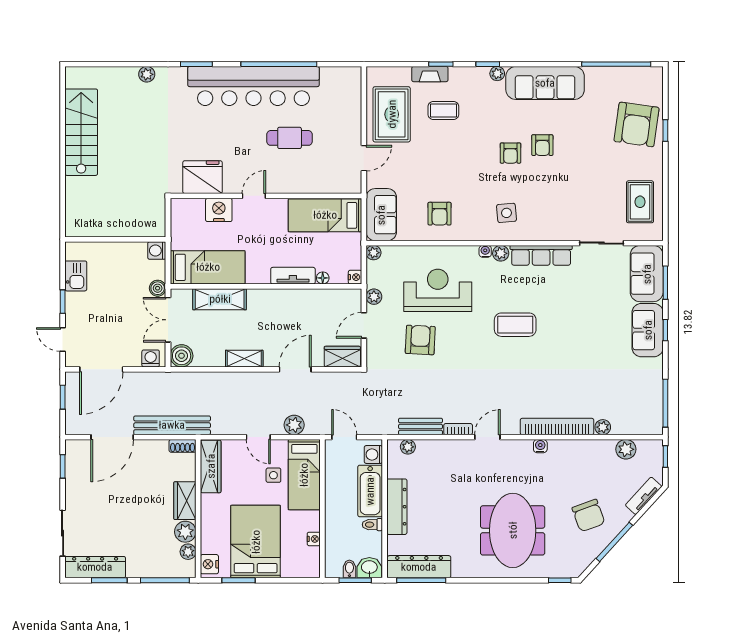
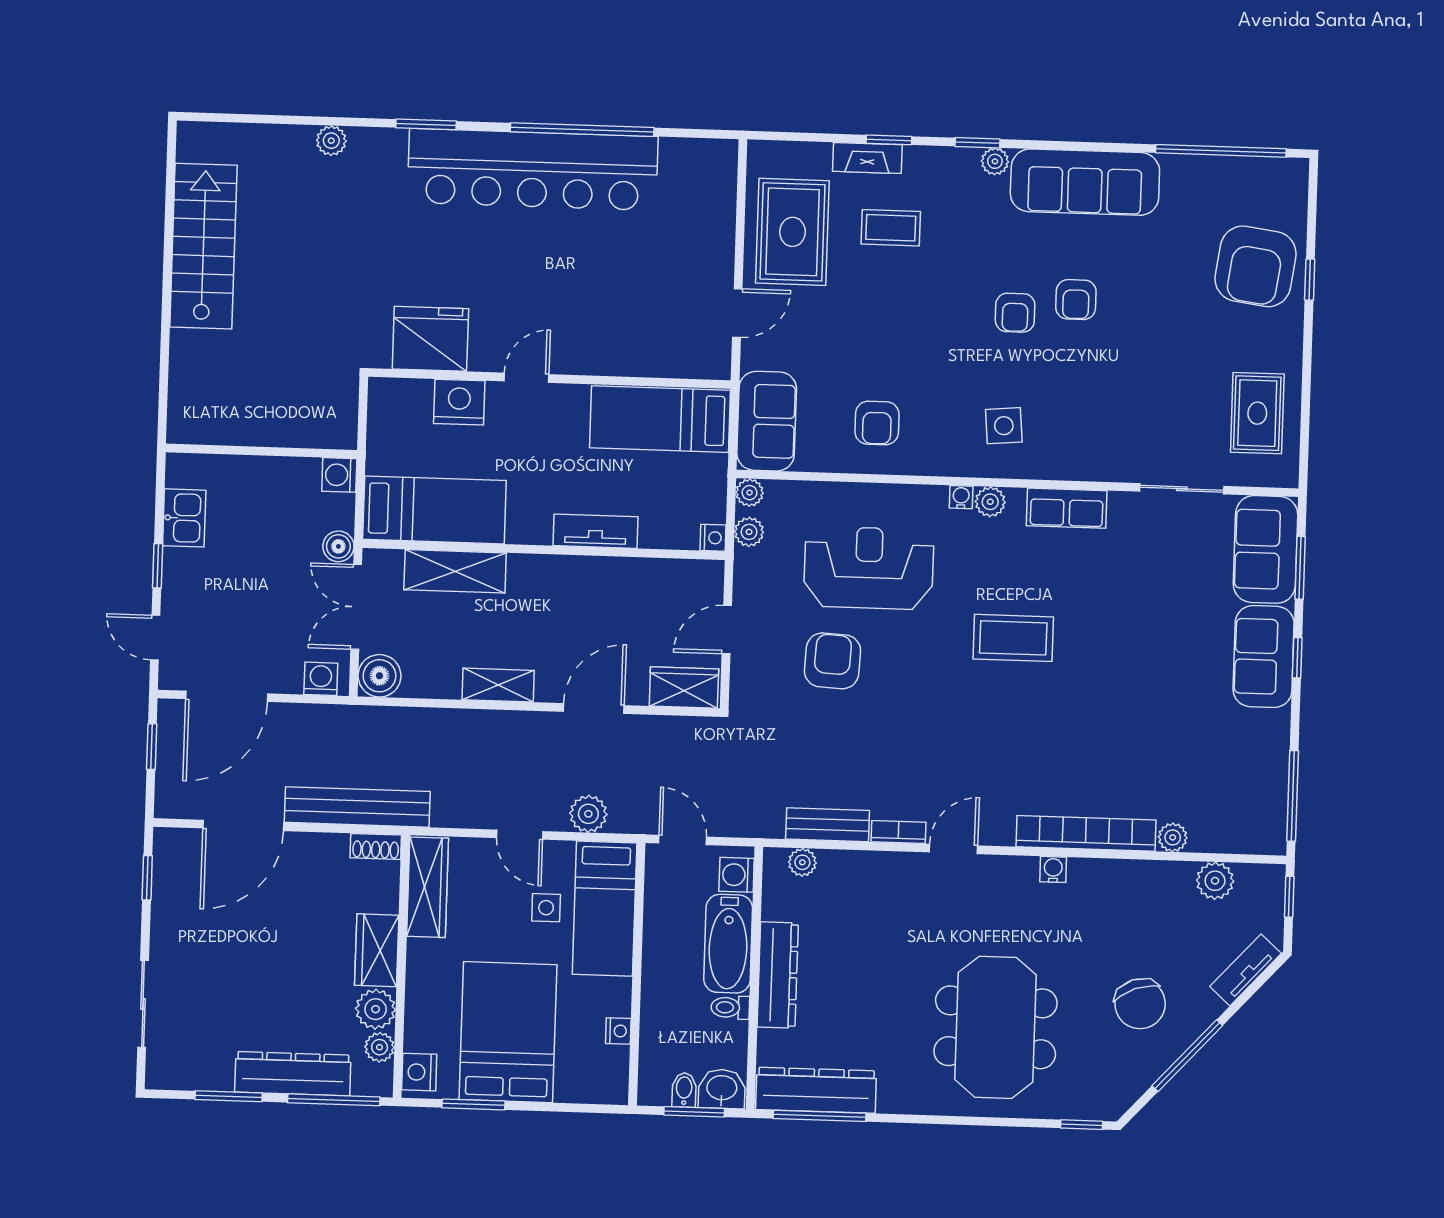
cafe table: (290, 138) -> (598, 270), removed
row of seats: (541, 255) -> (1067, 508), width x0.68
floor lamp: (323, 278) -> (652, 537), removed
plant: (374, 297) -> (749, 532), moved
dresser: (95, 567) -> (293, 1074), moved

